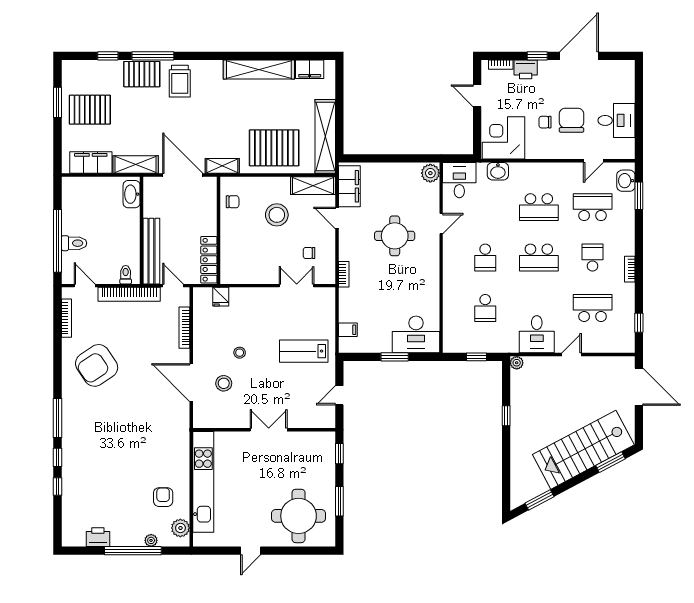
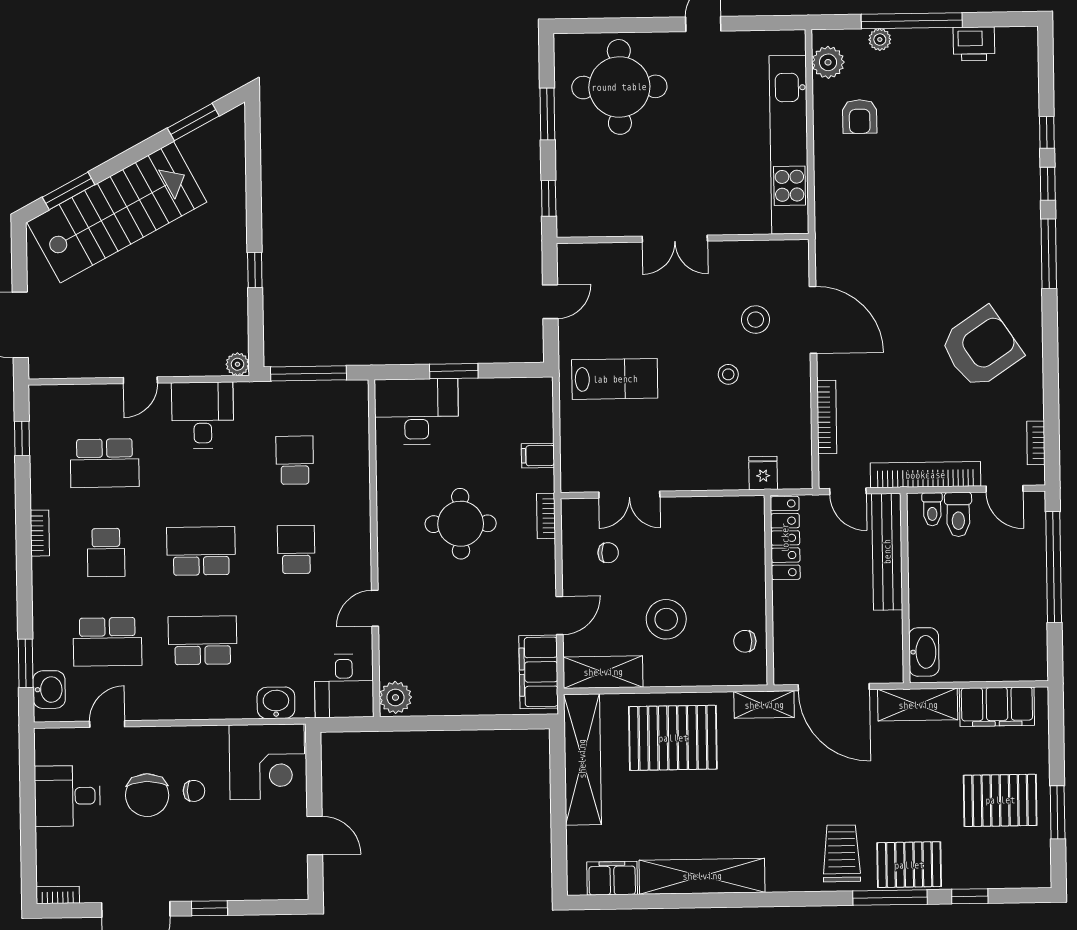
bookcase: (501, 65) -> (58, 895), moved
printer: (526, 69) -> (230, 884), removed
door: (337, 218) -> (559, 615), hinge flipped
round table: (395, 236) -> (461, 524), moved
toilet: (74, 243) -> (958, 514), moved, turned -90
bookcase: (66, 318) -> (1036, 443), width x0.64
filing cabinet: (348, 330) -> (538, 456), moved
window: (477, 357) -> (309, 373), width x2.17

